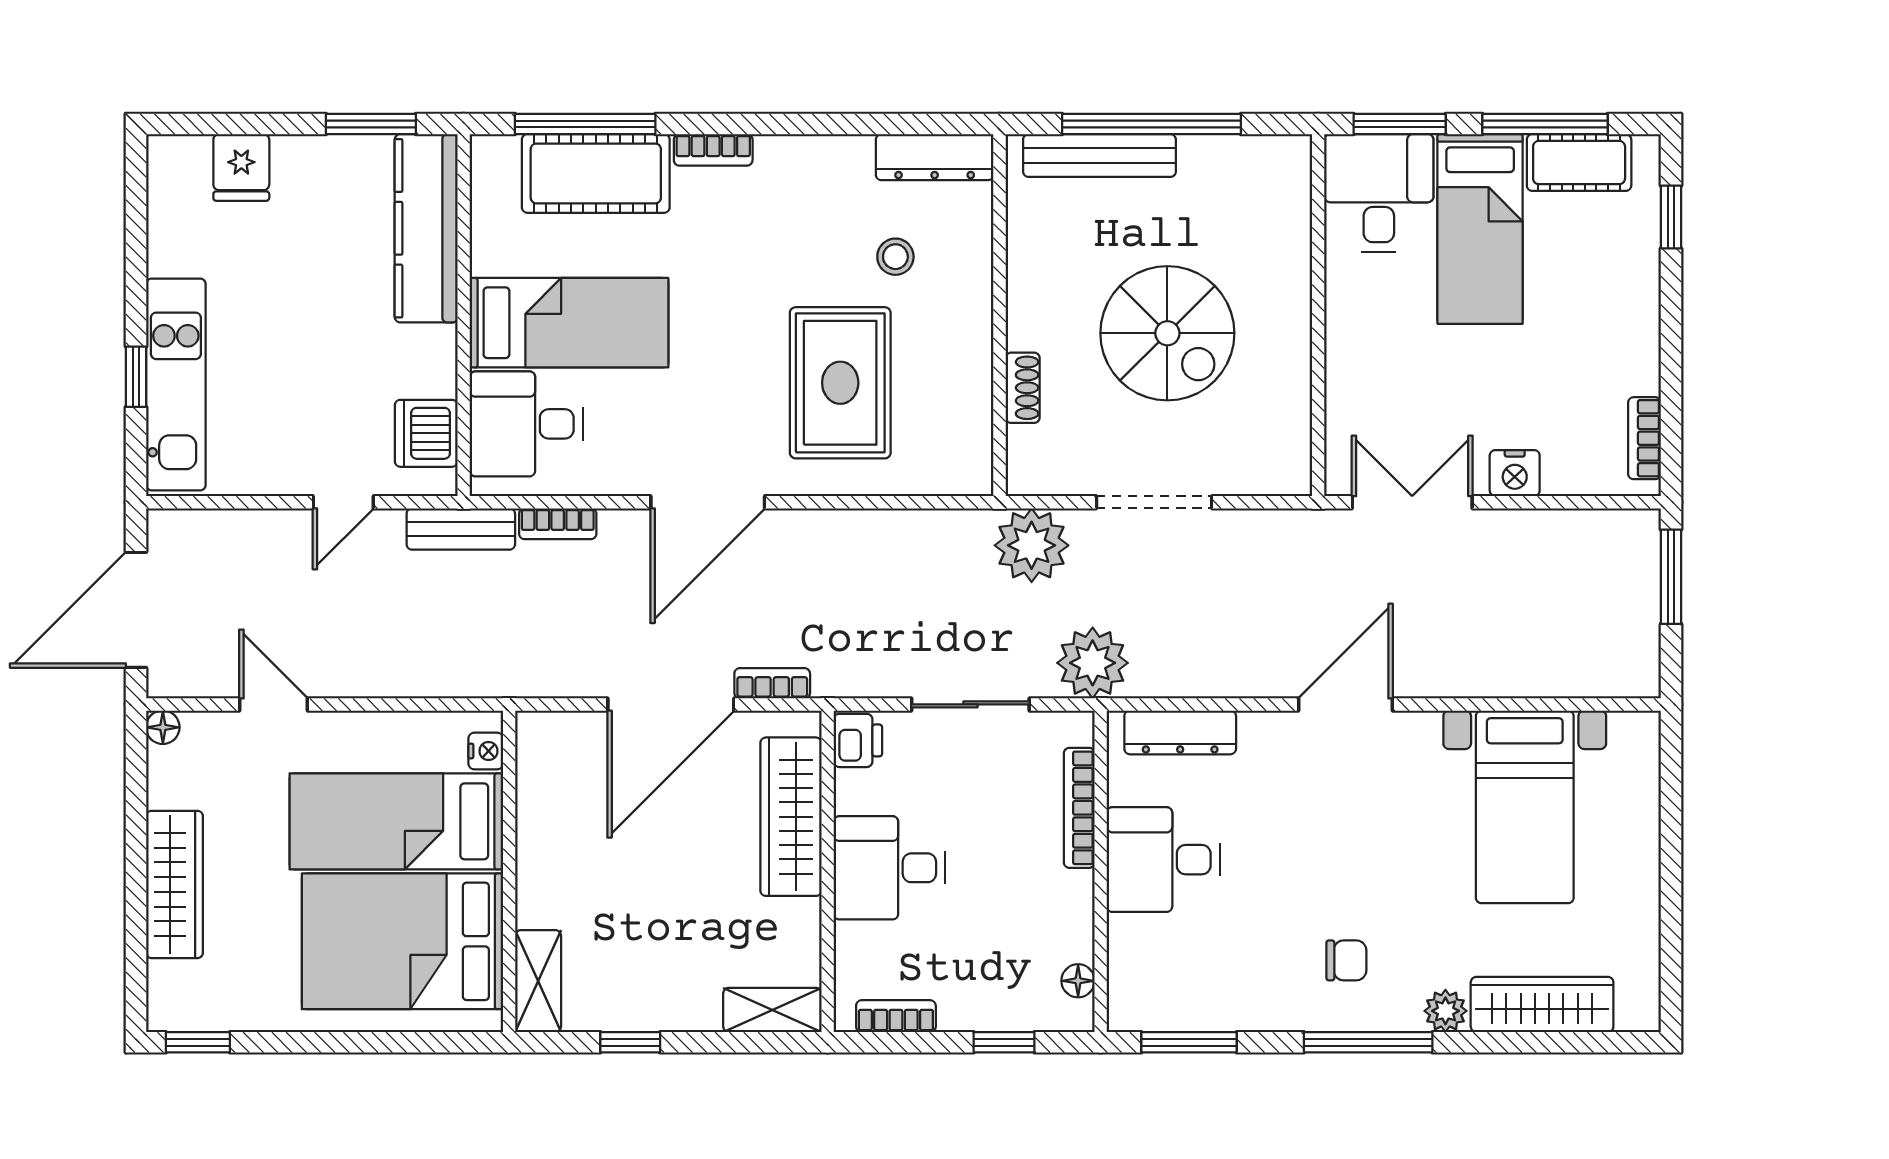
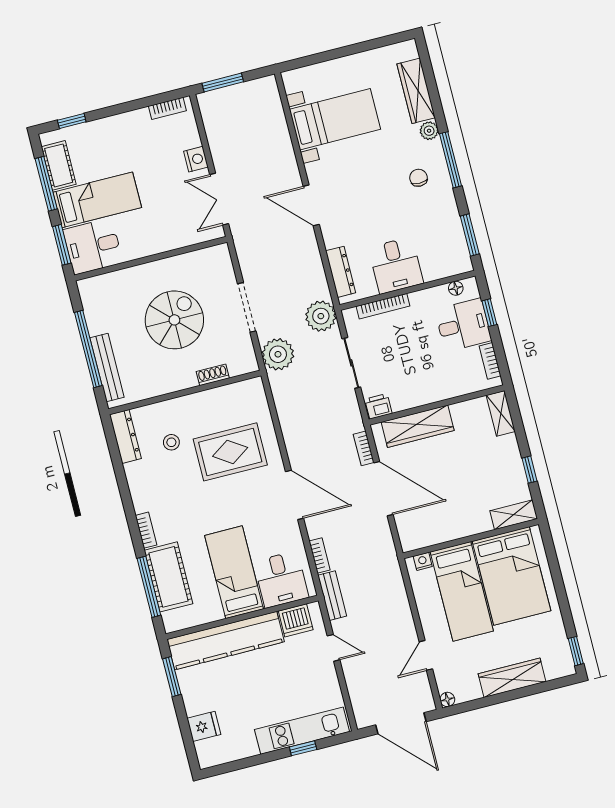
kitchen counter: (426, 228) -> (226, 641), width x1.39, depth x1.17
desk: (889, 868) -> (463, 325), moved, turned -90

